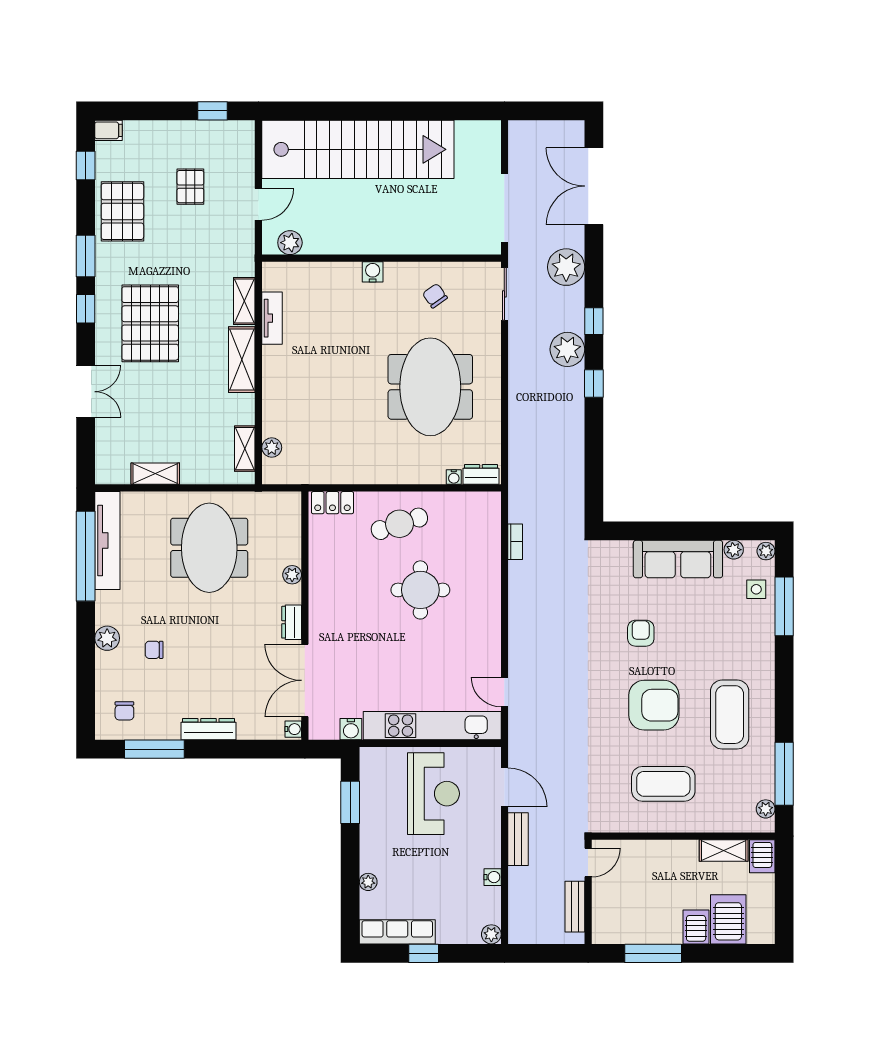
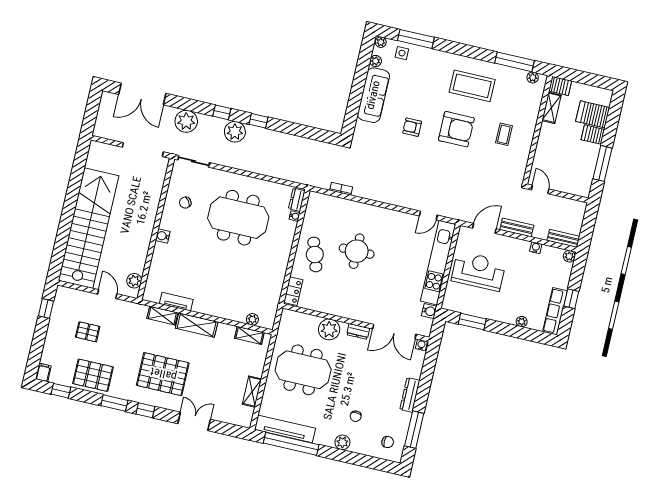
plant: (292, 575) -> (329, 329), width x1.87, depth x1.87
armchair: (654, 705) -> (456, 129), turned 90
coffee table: (663, 784) -> (504, 134), width x0.54, depth x0.58
bench: (575, 907) -> (563, 238), moved

